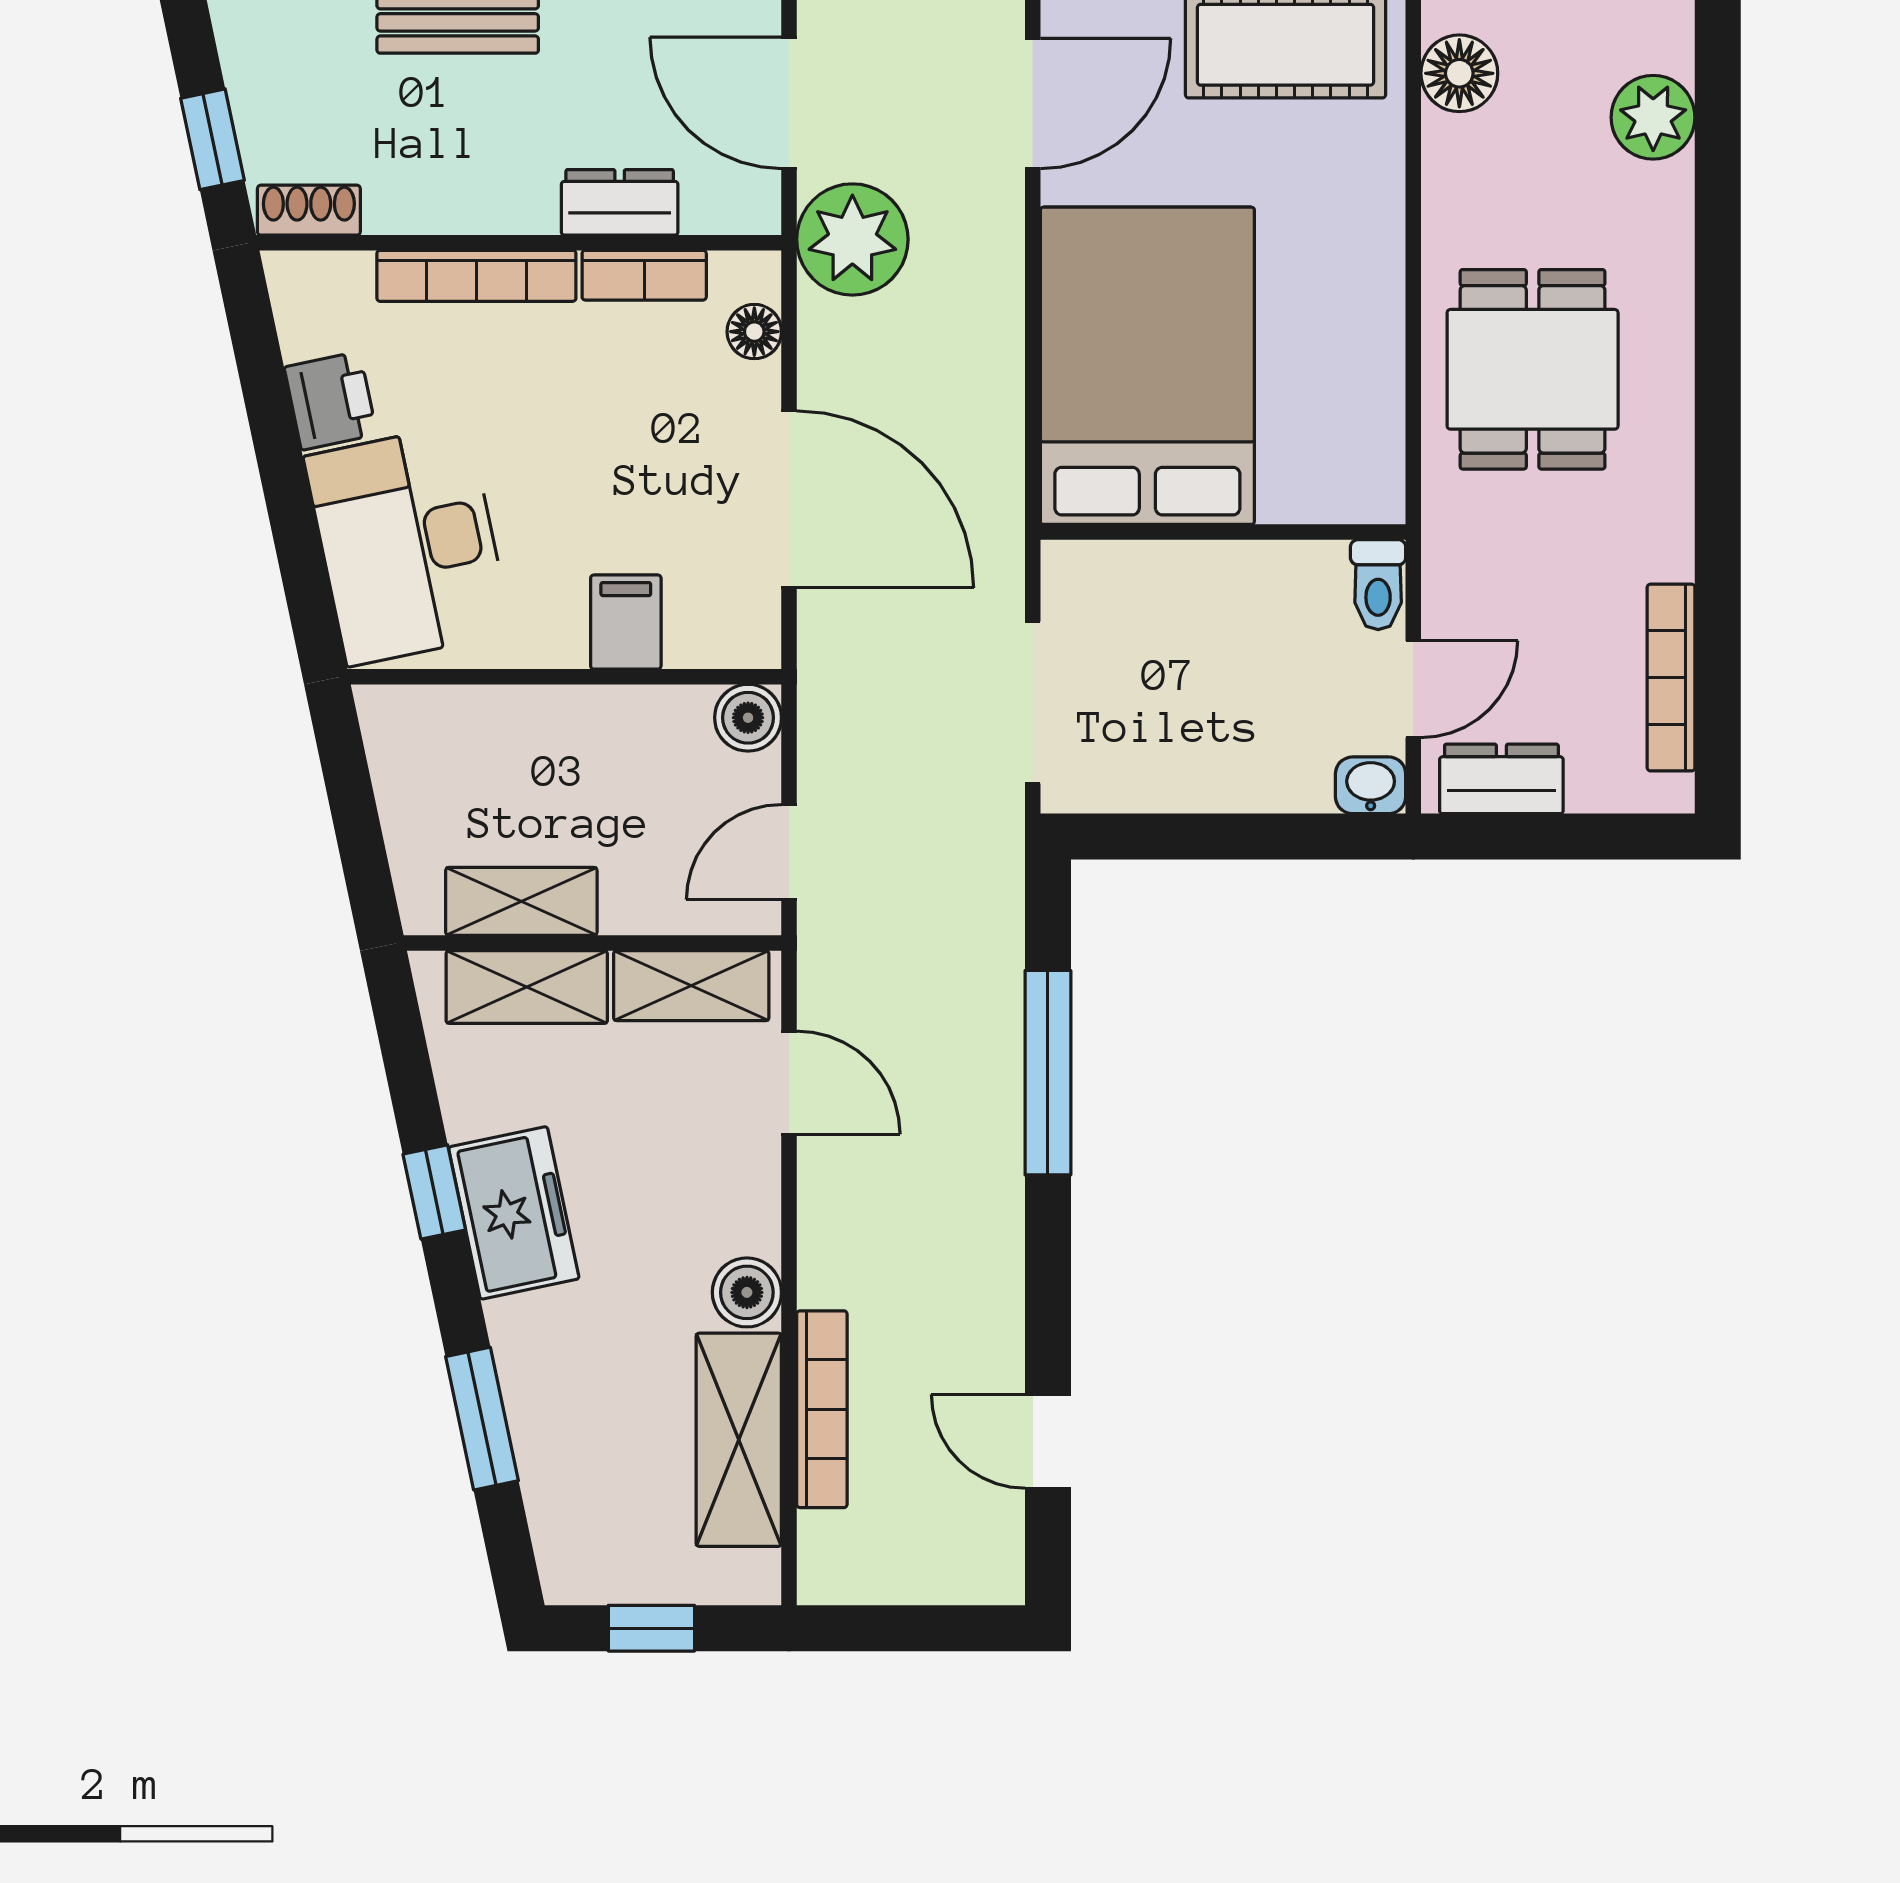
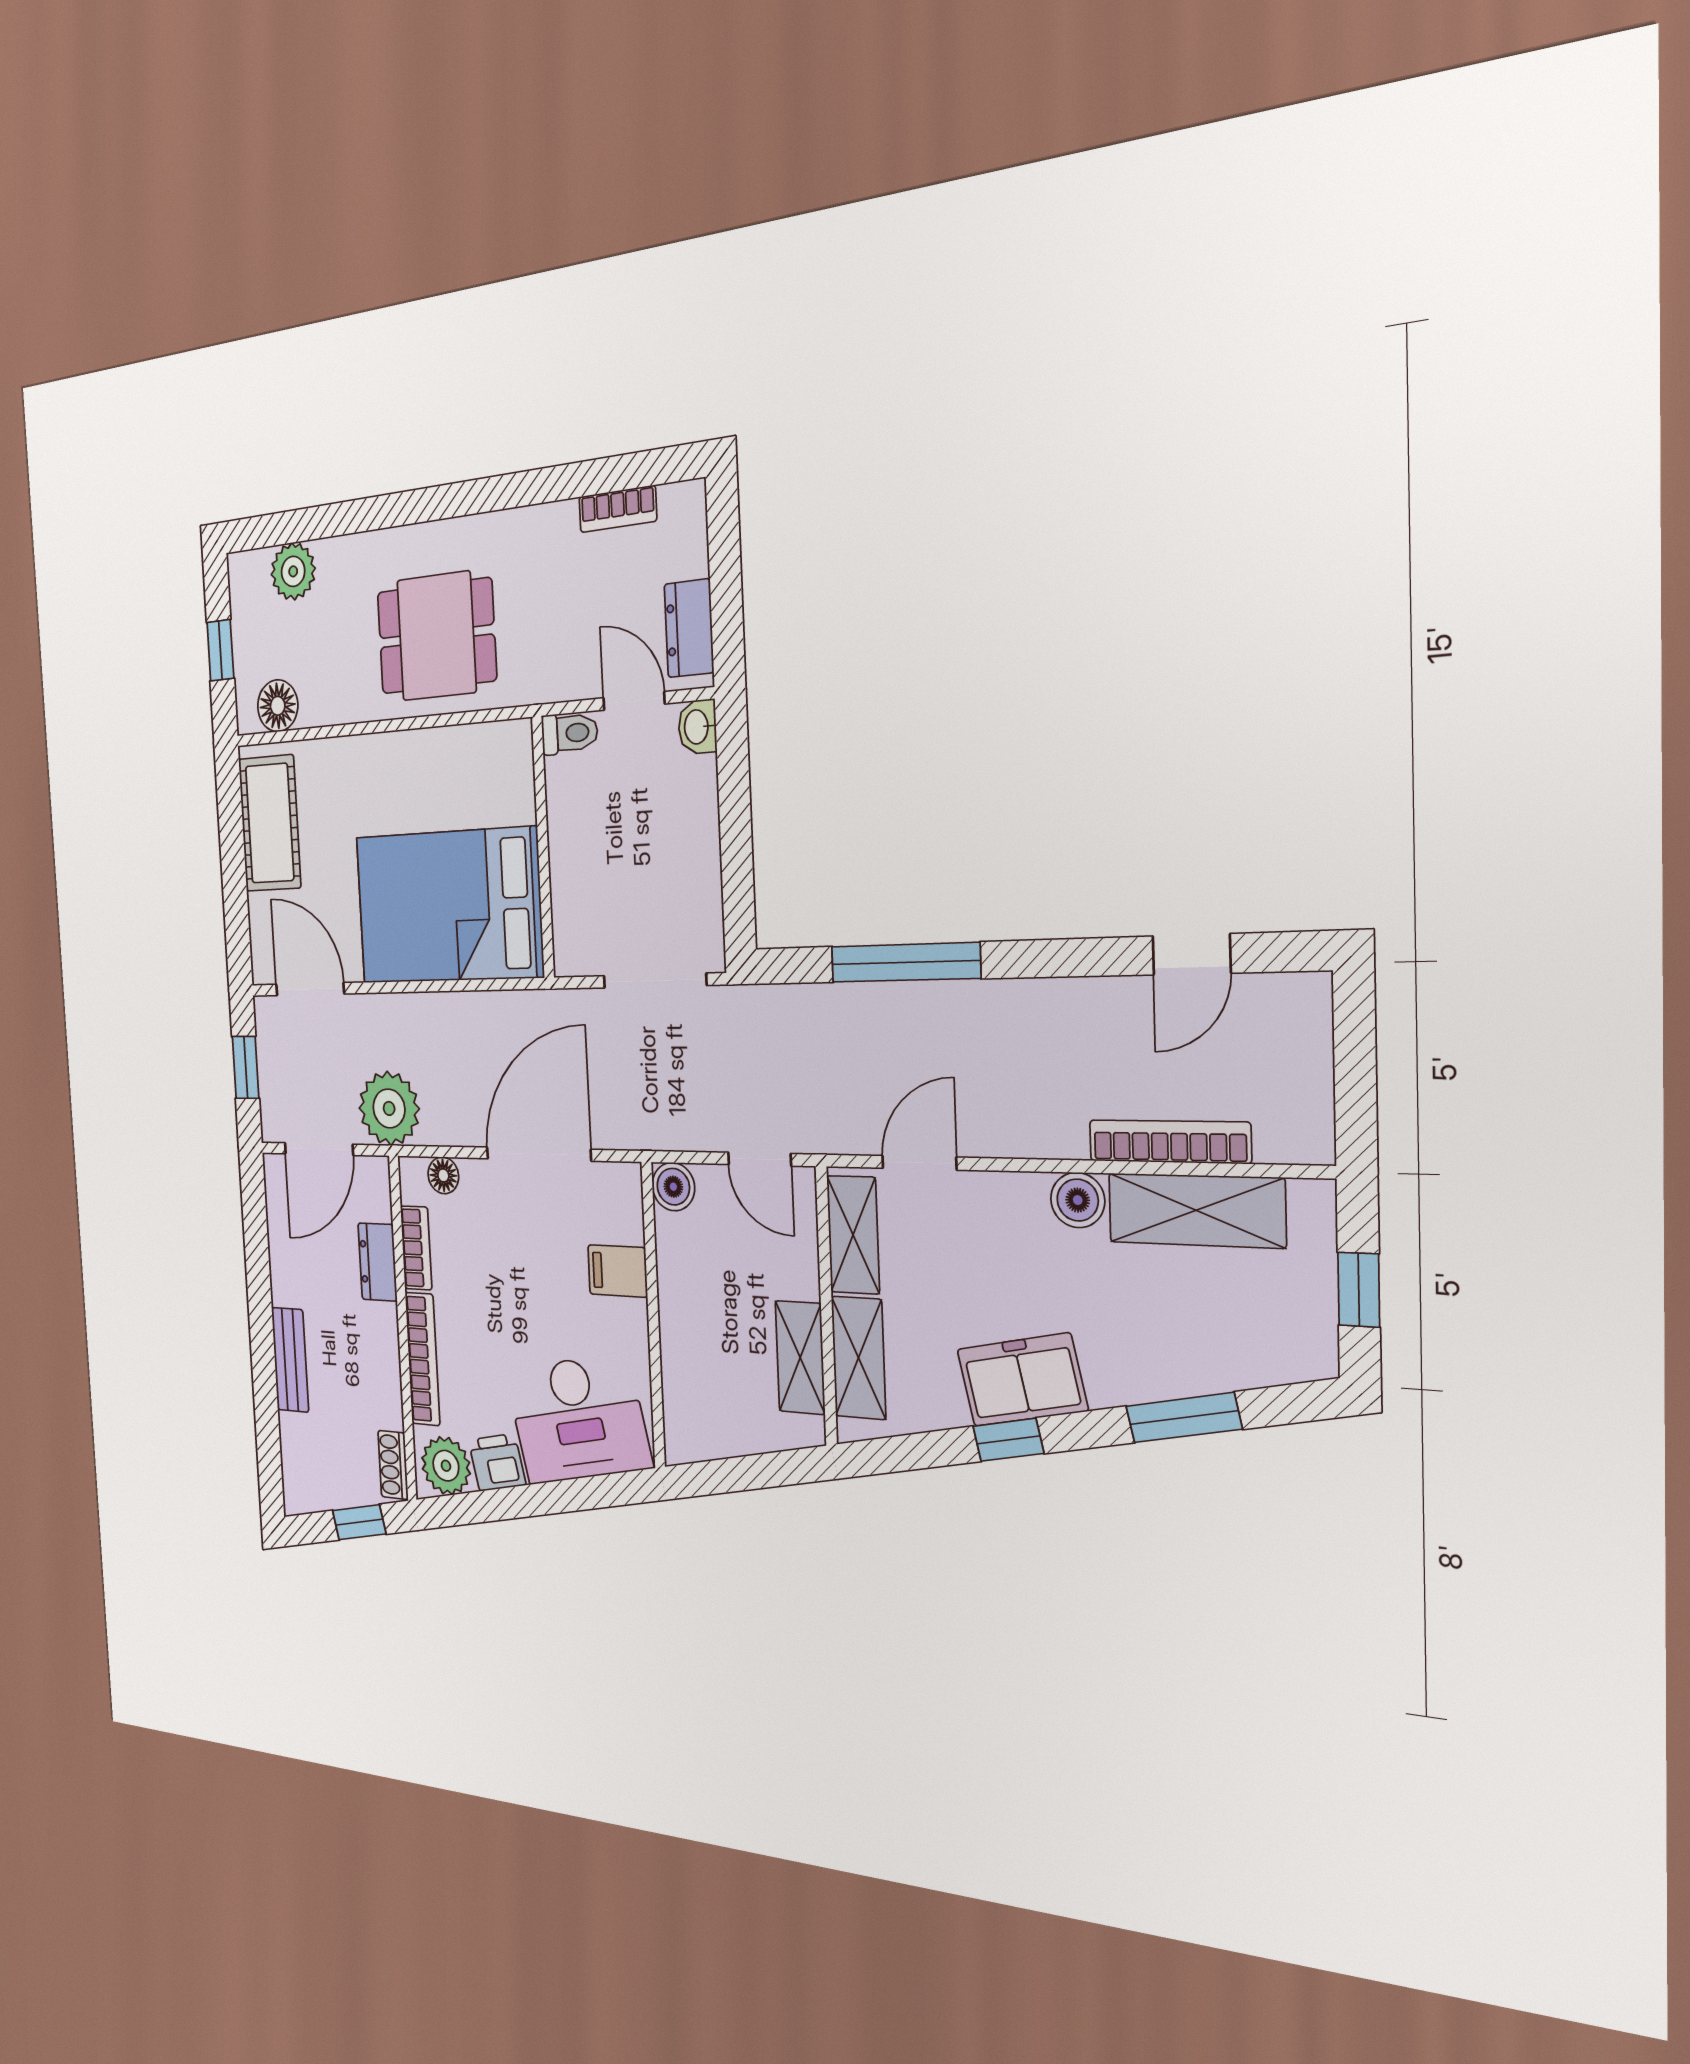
plant: (317, 308) -> (446, 1466), added
bookcase: (1671, 678) -> (618, 509), width x0.64

